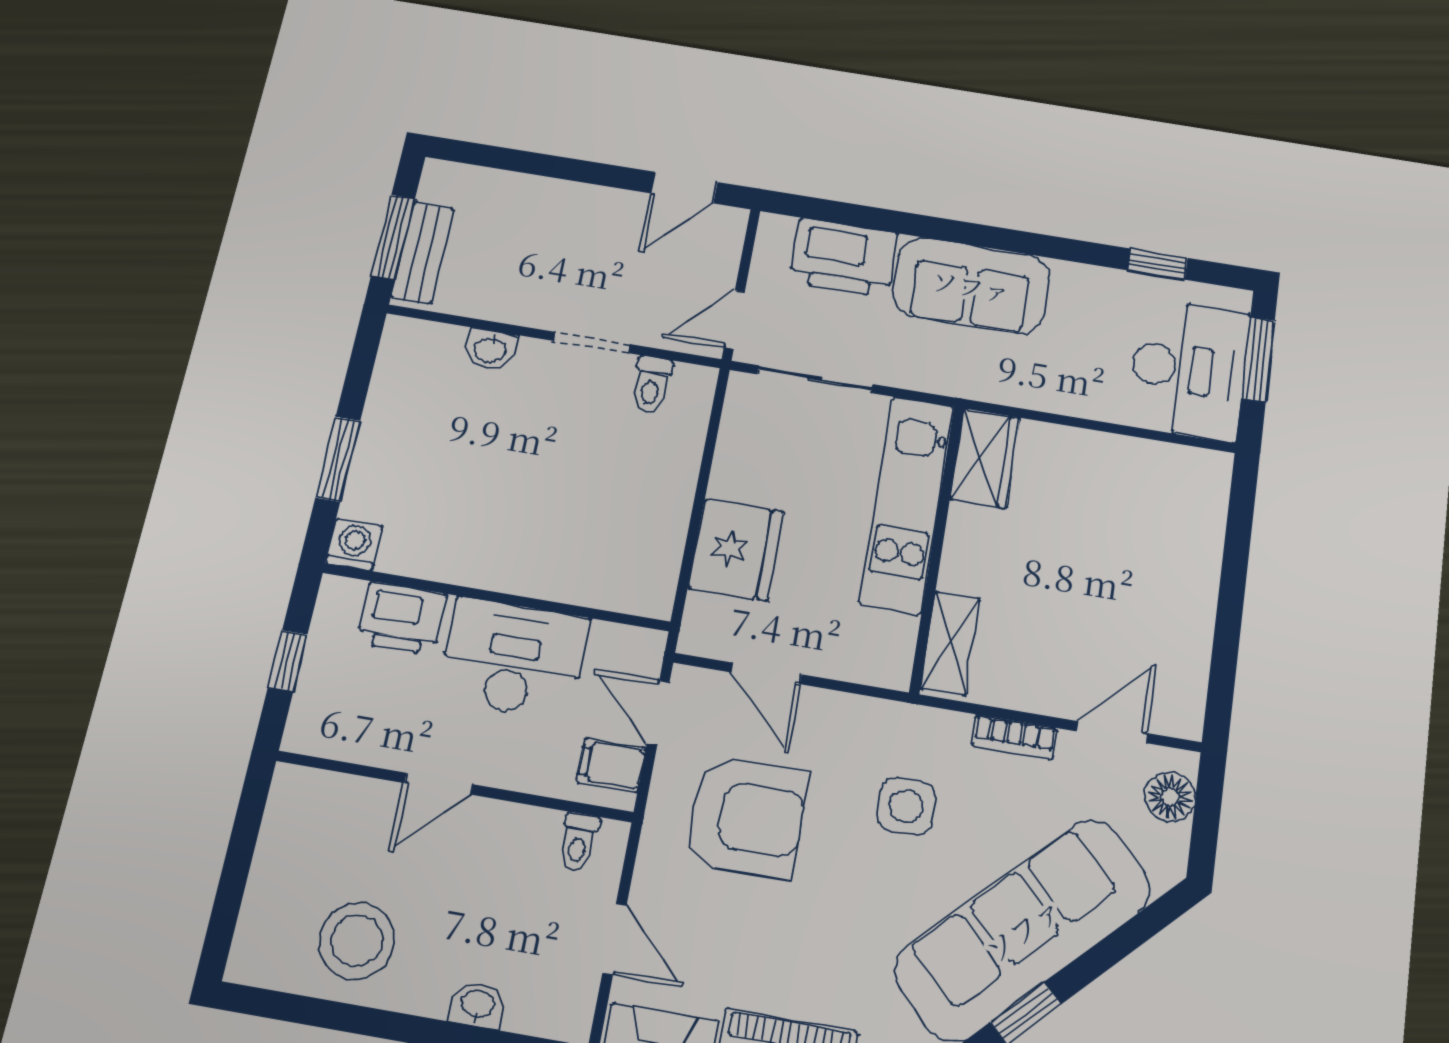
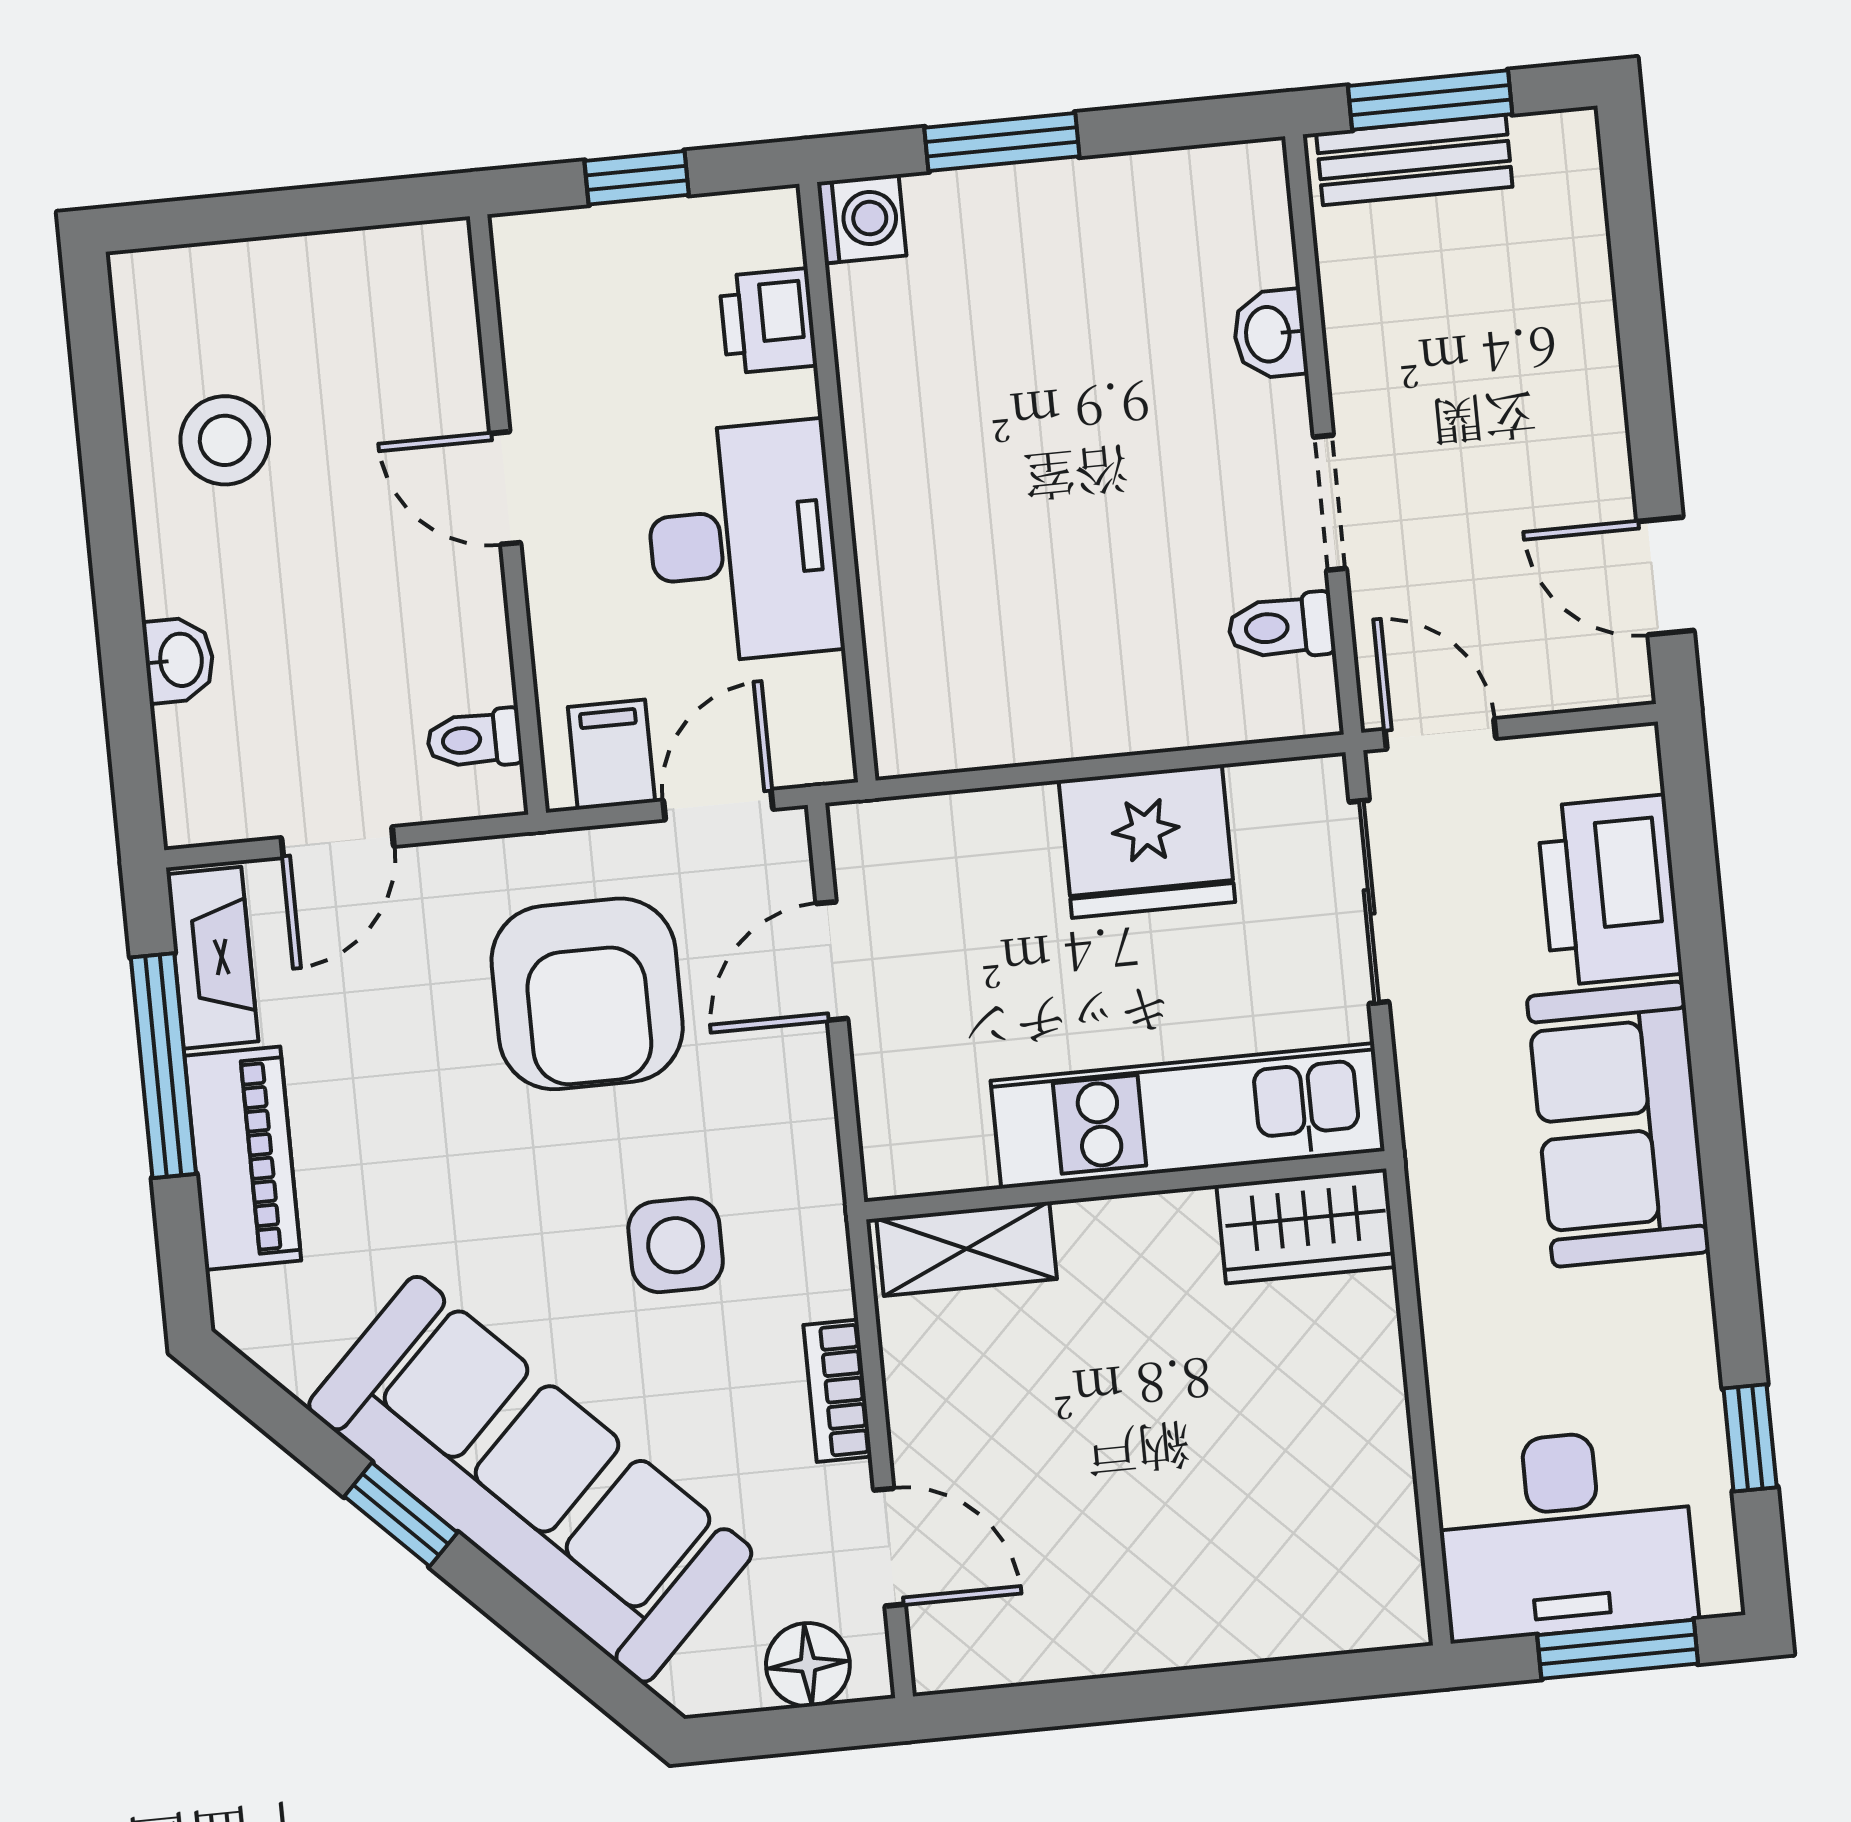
fridge: (736, 550) -> (1147, 841), moved
printer: (402, 618) -> (768, 321), width x0.73, depth x0.81
stool: (357, 941) -> (225, 440), width x0.73, depth x0.73

